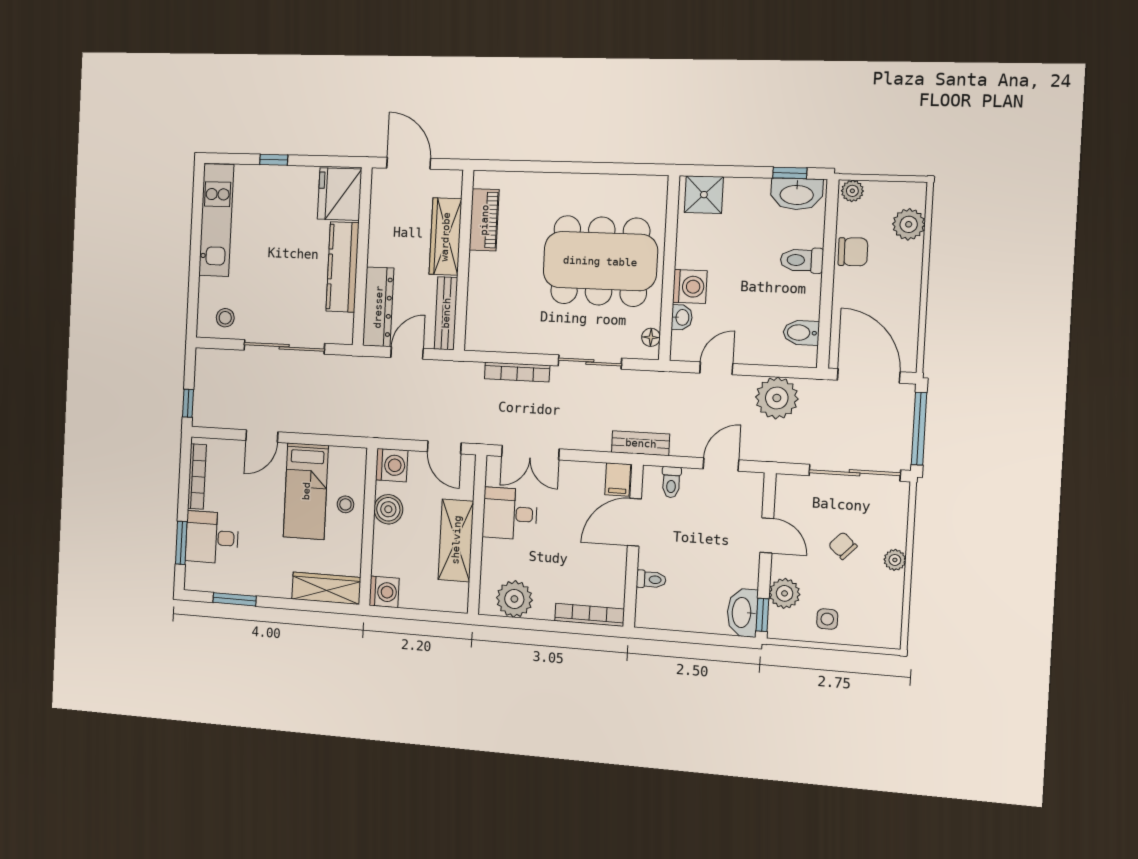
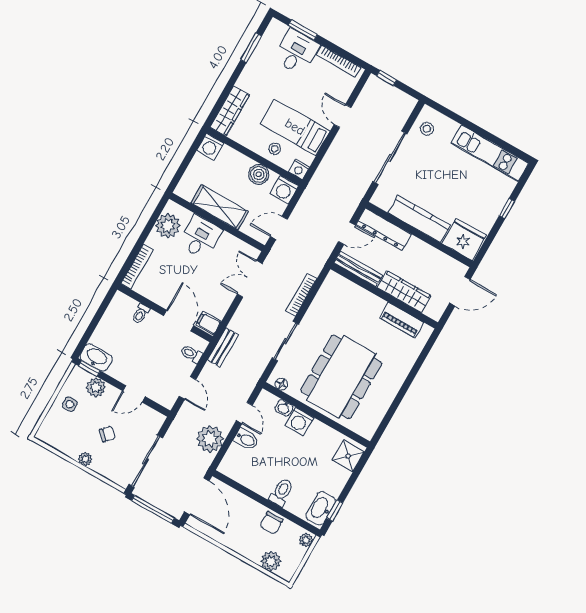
bidet: (801, 333) -> (246, 439), moved, turned 90
door: (407, 353) -> (347, 233), hinge flipped
door: (869, 376) -> (197, 496), hinge flipped
nightstand: (356, 459) -> (299, 169), added
desk: (510, 514) -> (200, 237), moved

